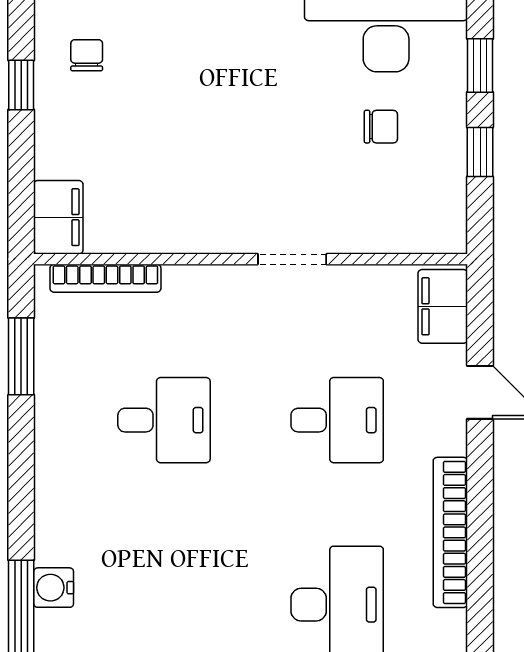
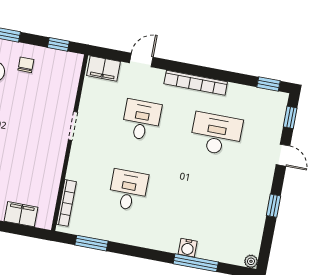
chair: (381, 127) -> (26, 65), moved
window: (480, 152) -> (58, 44), moved
filing cabinet: (58, 217) -> (21, 214), moved

